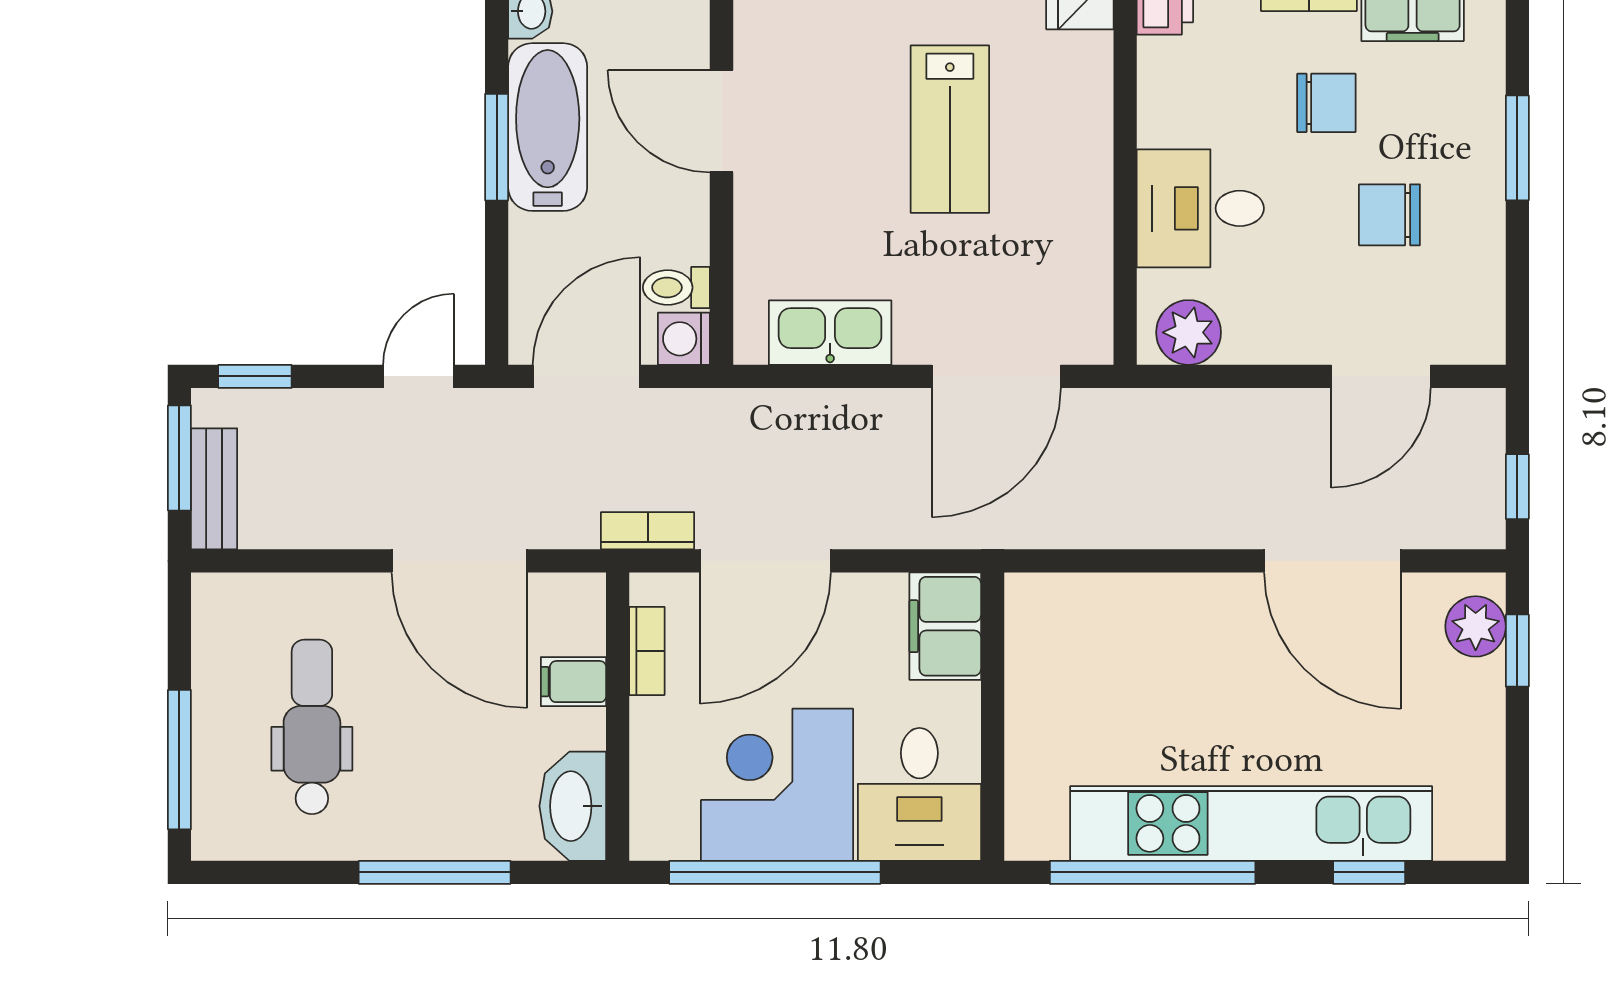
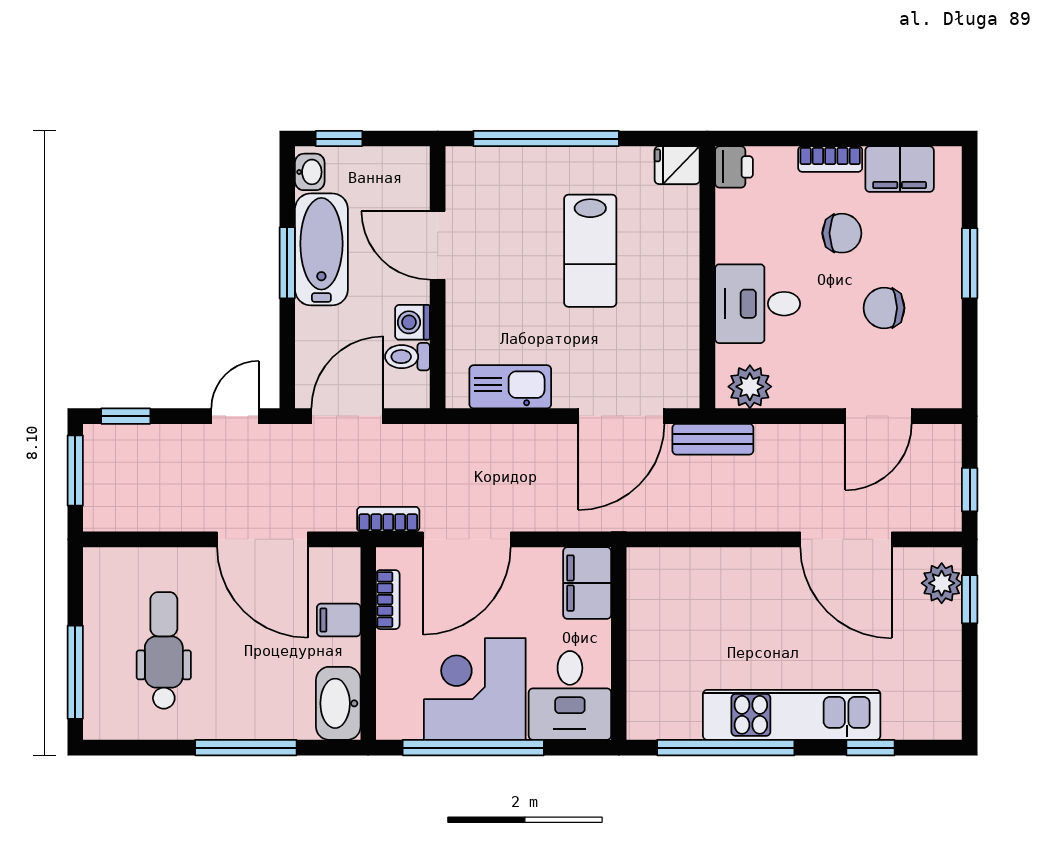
washing machine: (684, 339) -> (412, 322), moved
bench: (214, 489) -> (713, 439), moved, turned 90
kitchen unit: (1251, 823) -> (792, 715), width x0.73

